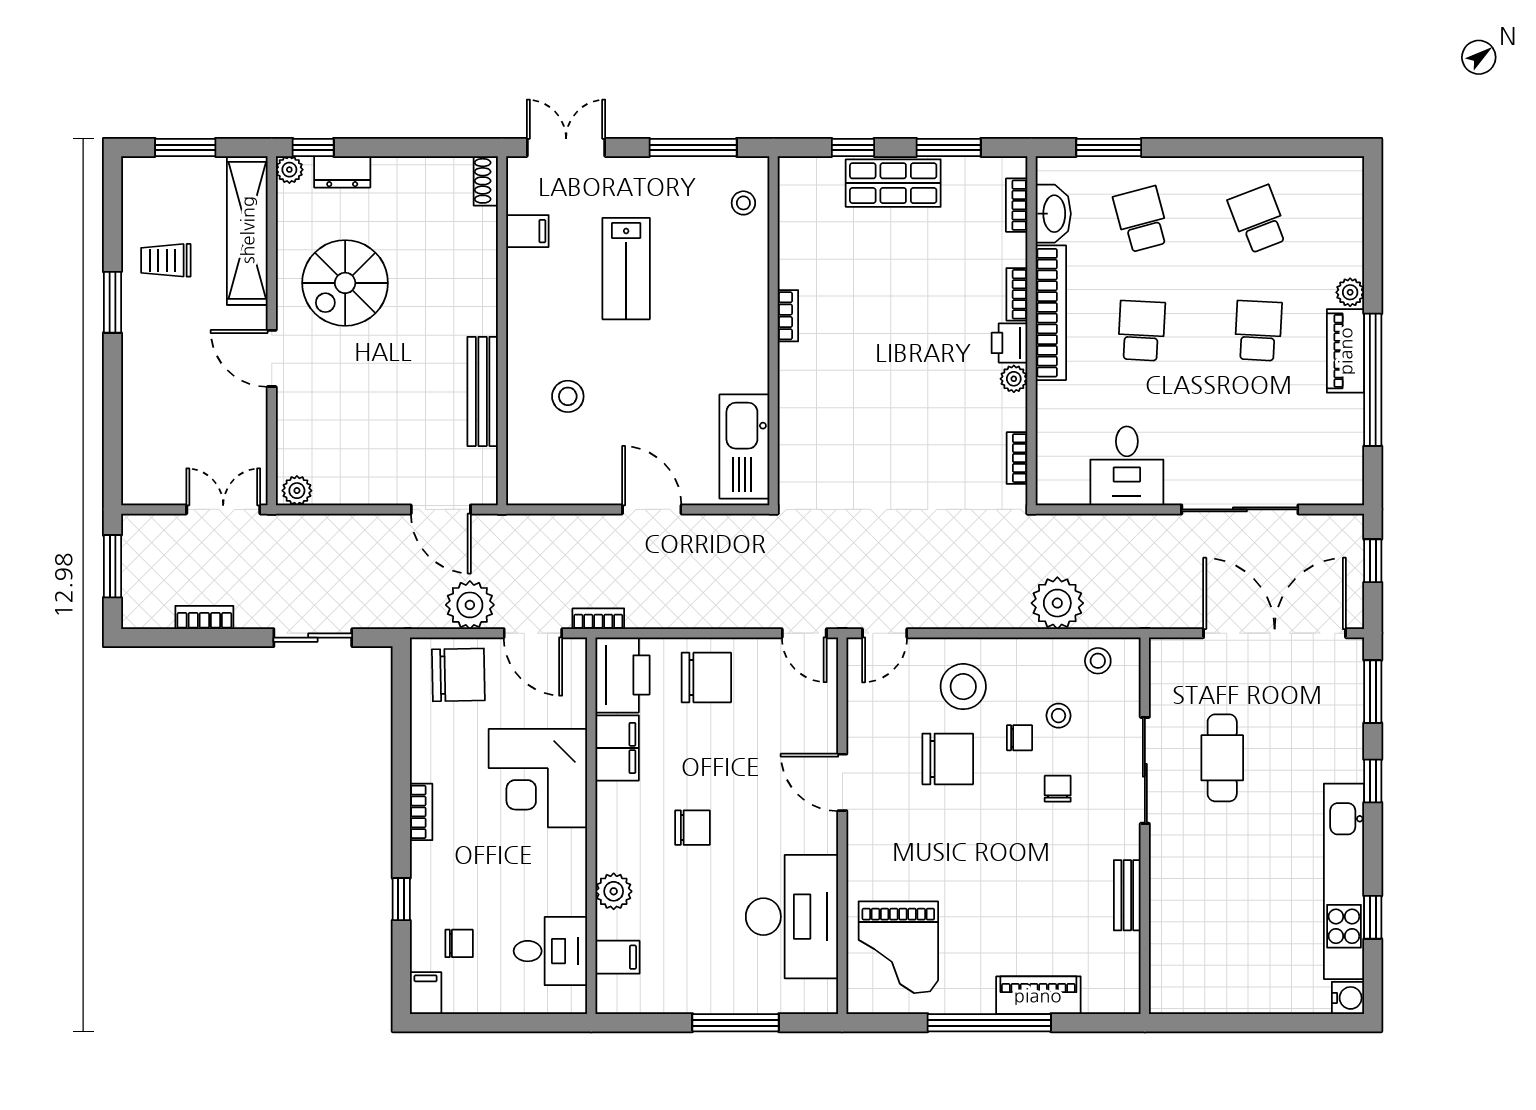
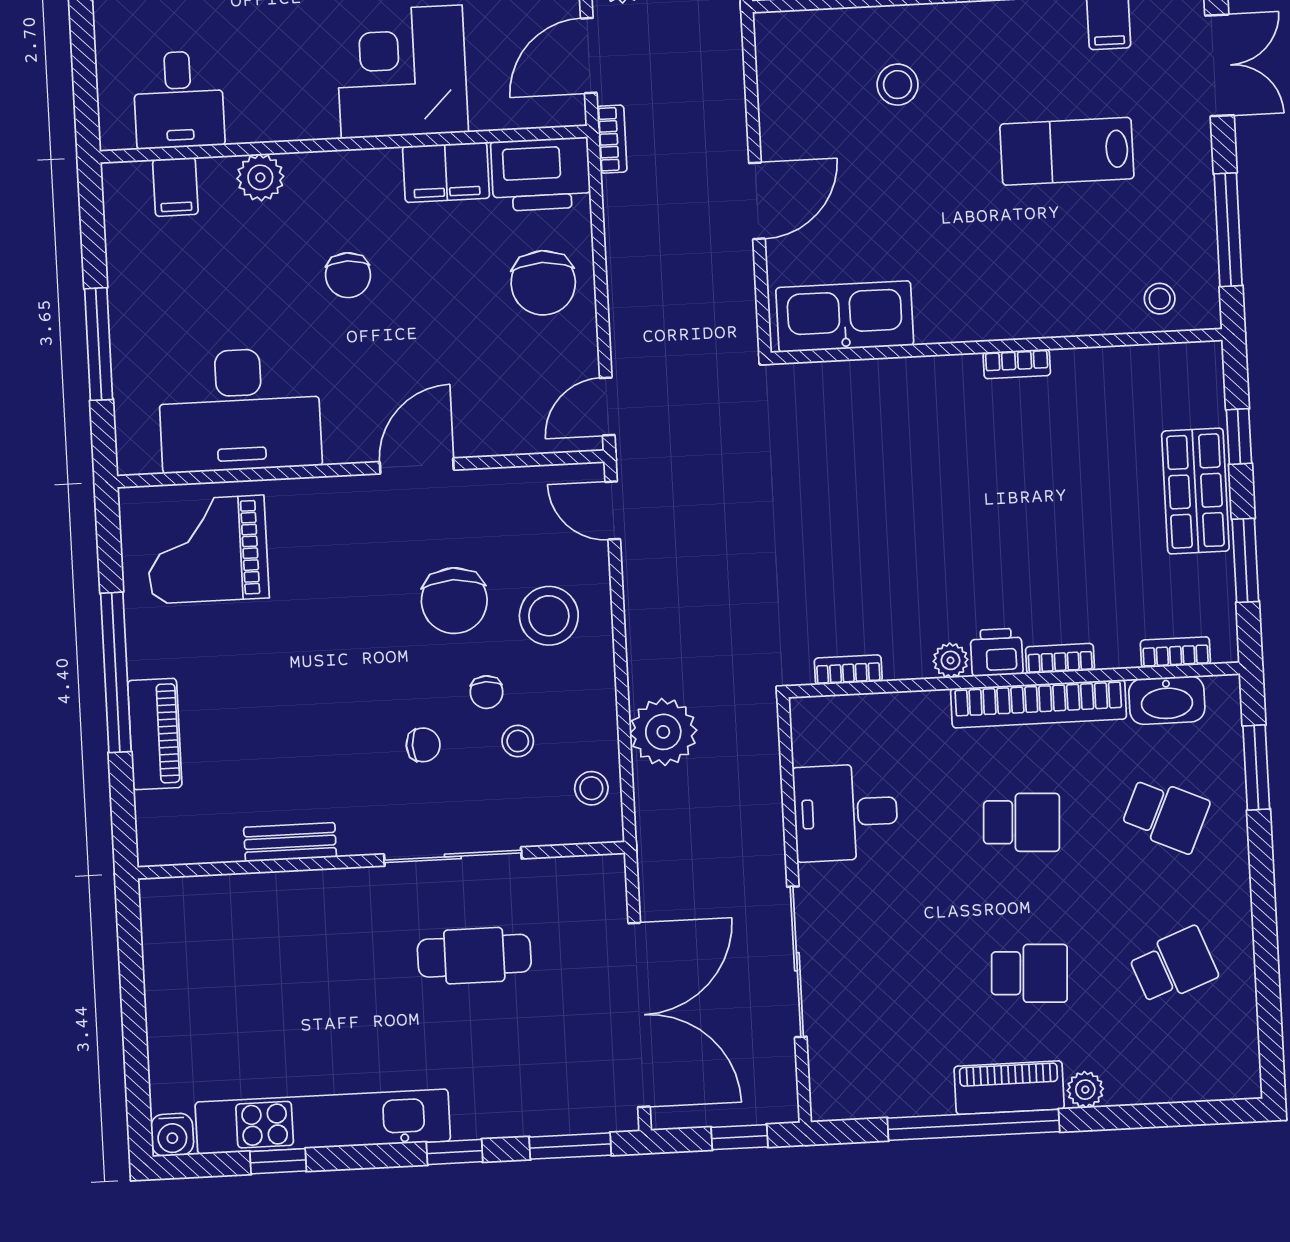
school desk: (1142, 219) -> (1165, 815), turned 39

